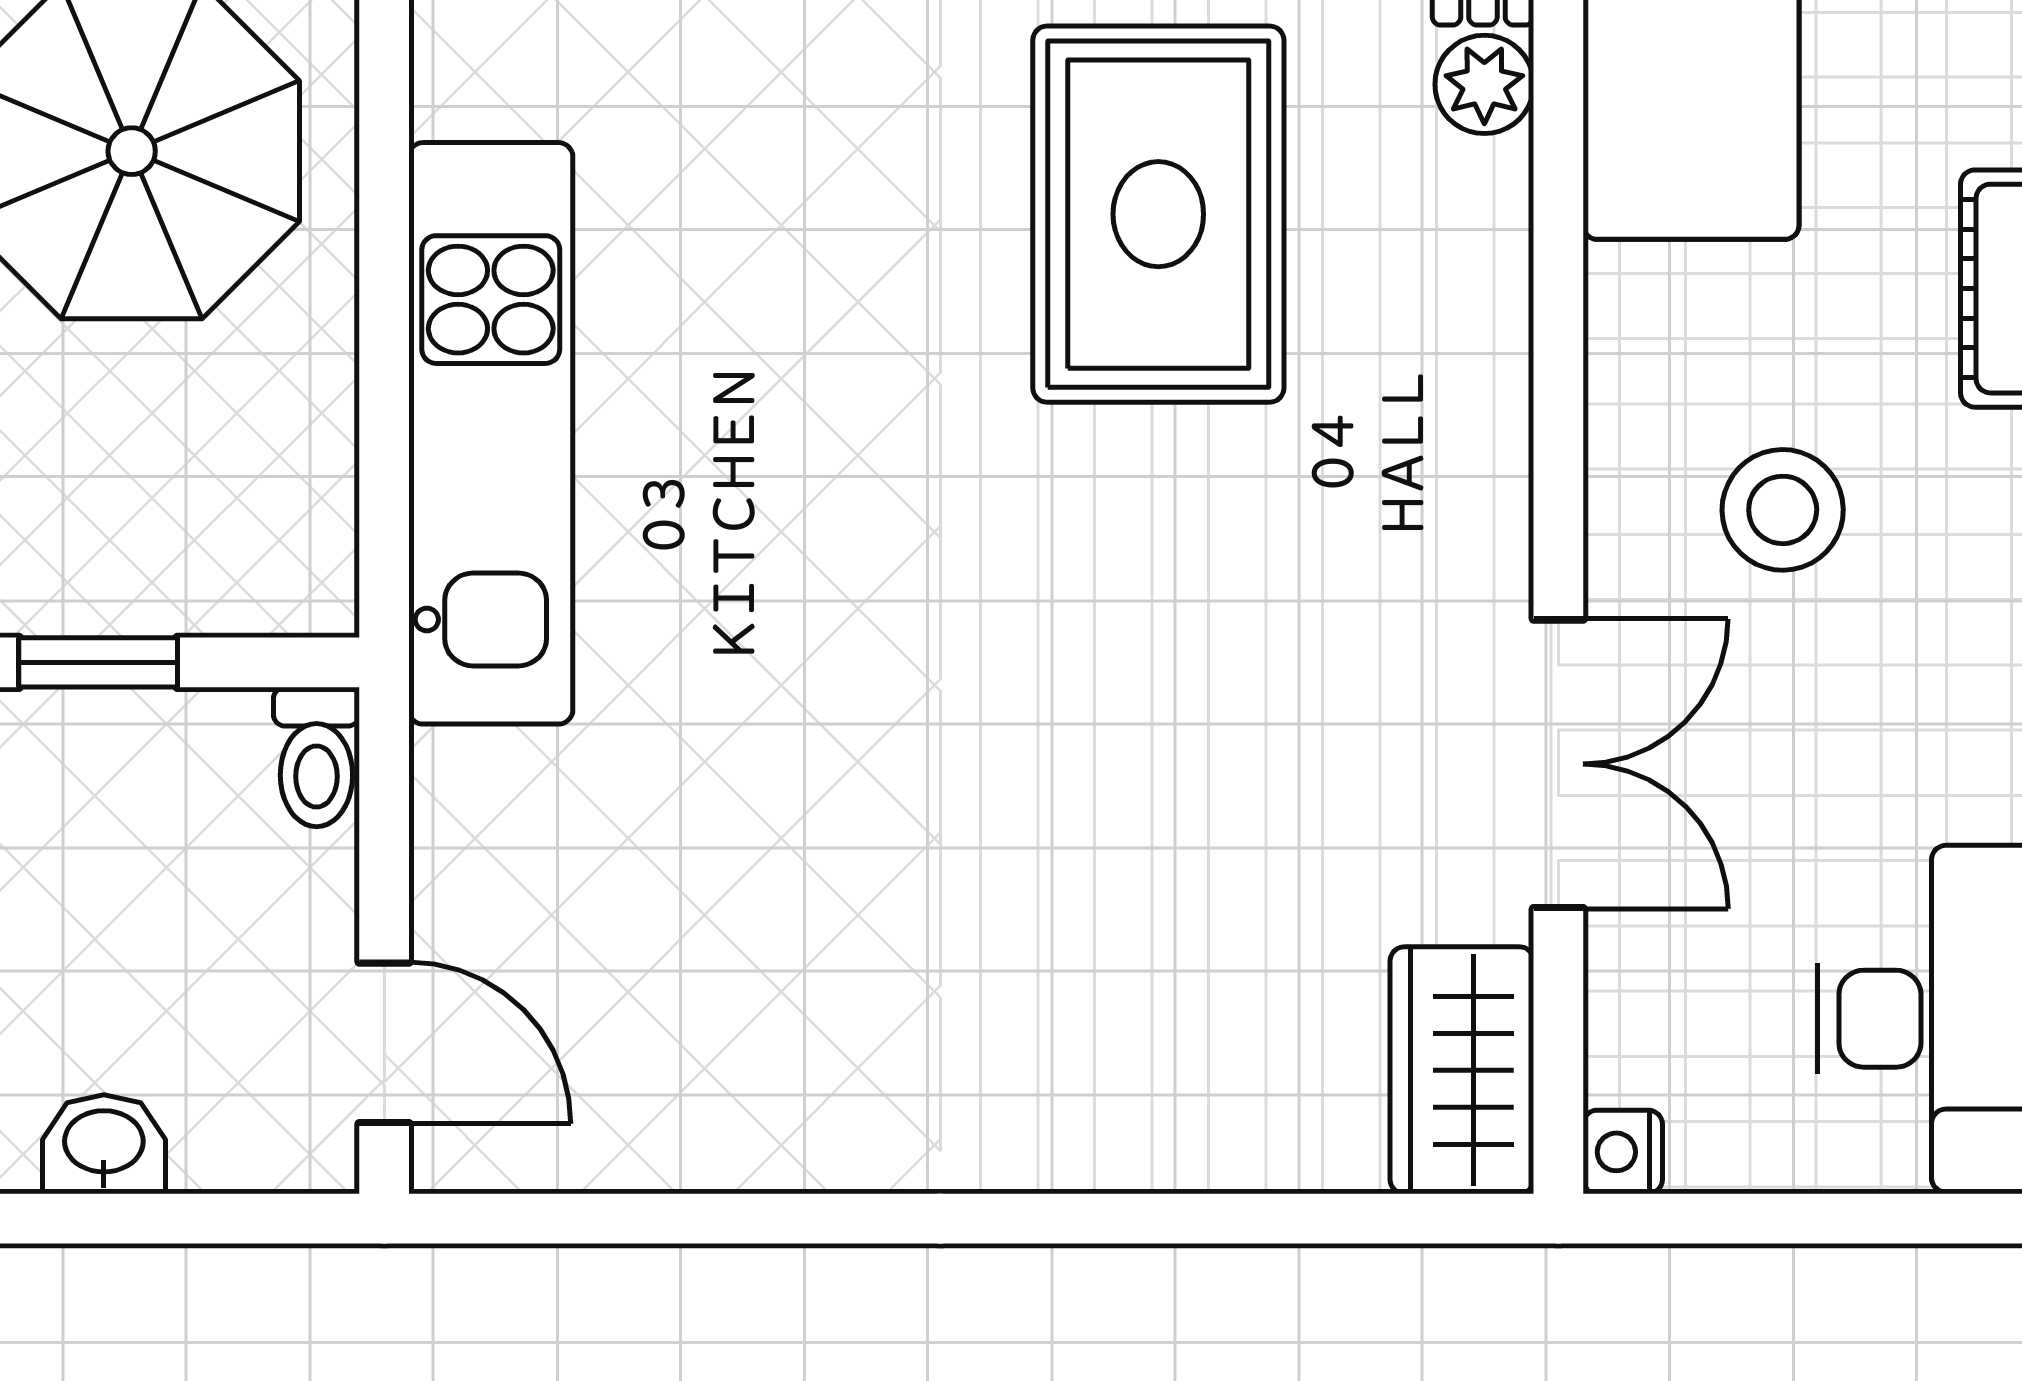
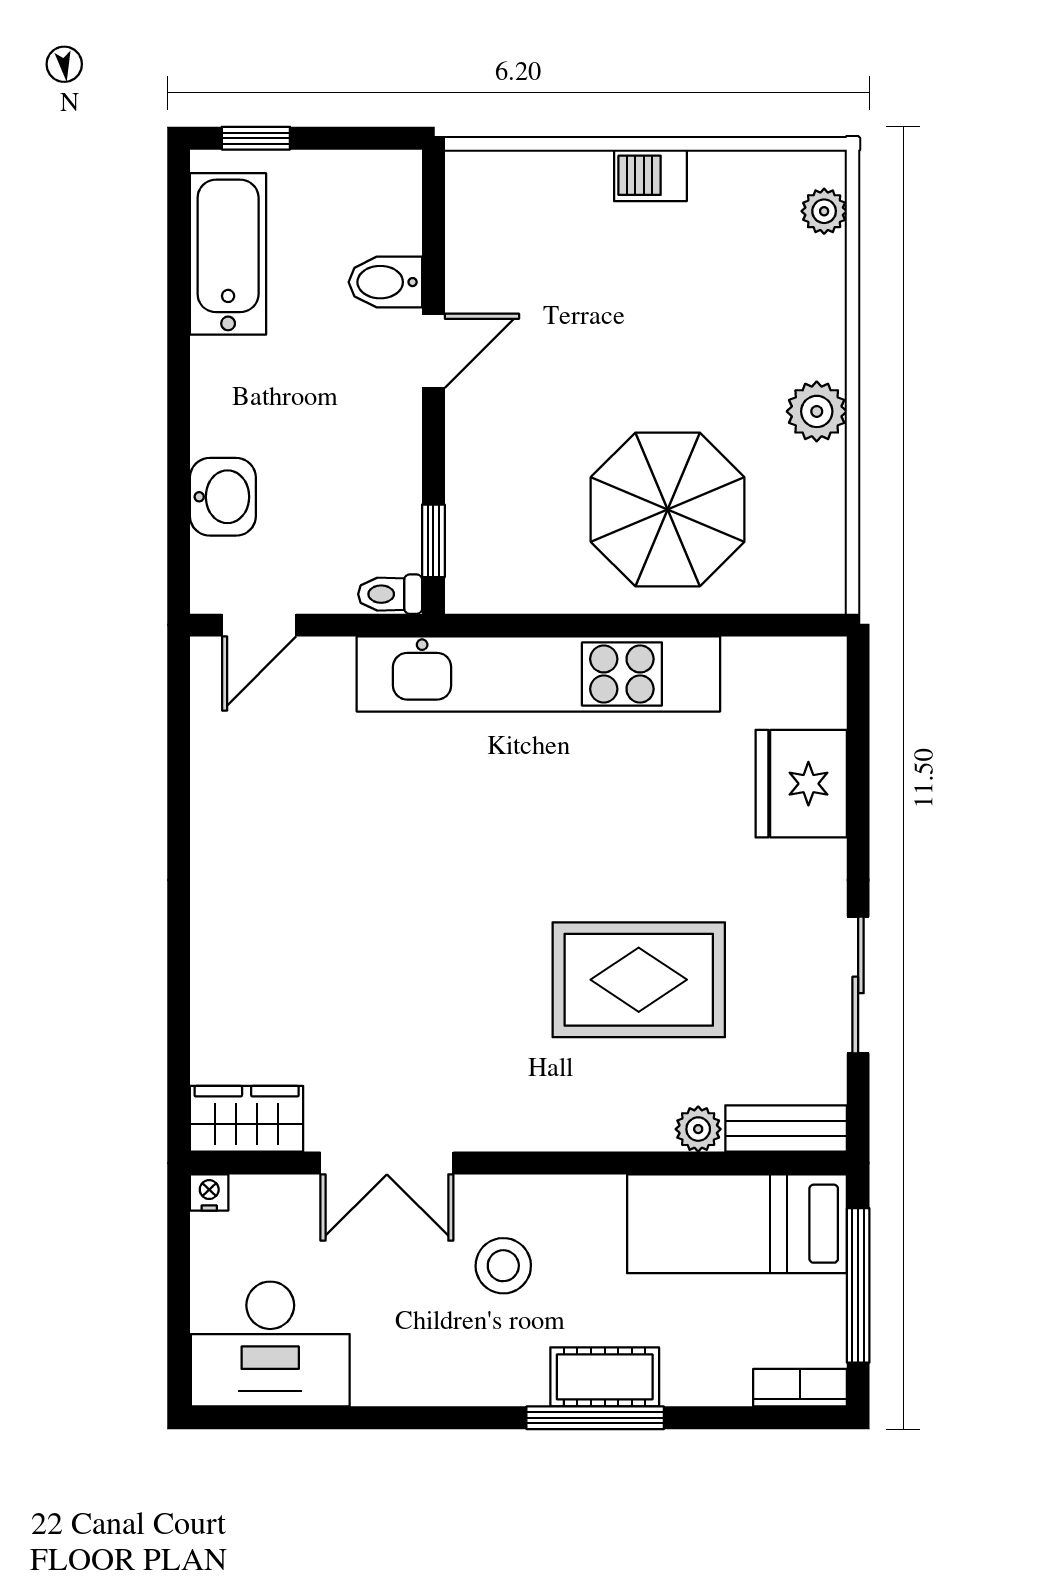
kitchen unit: (491, 433) -> (538, 674), width x1.36
window: (98, 662) -> (433, 541), moved
washbasin: (104, 1144) -> (223, 497), width x1.38, depth x1.45

